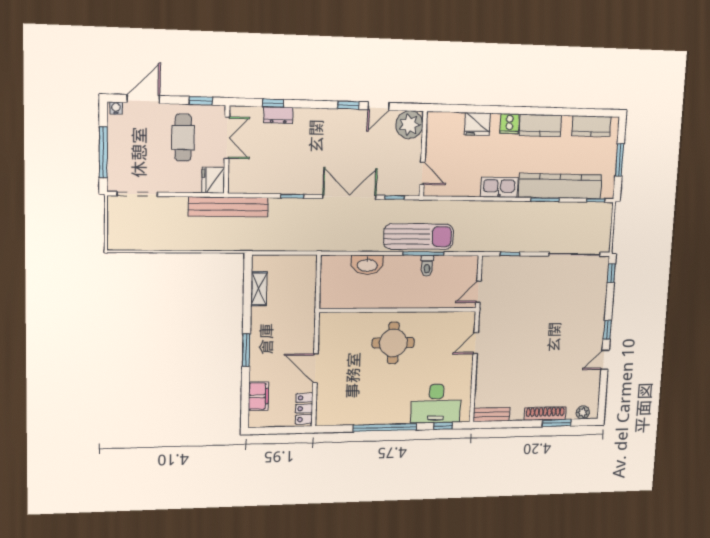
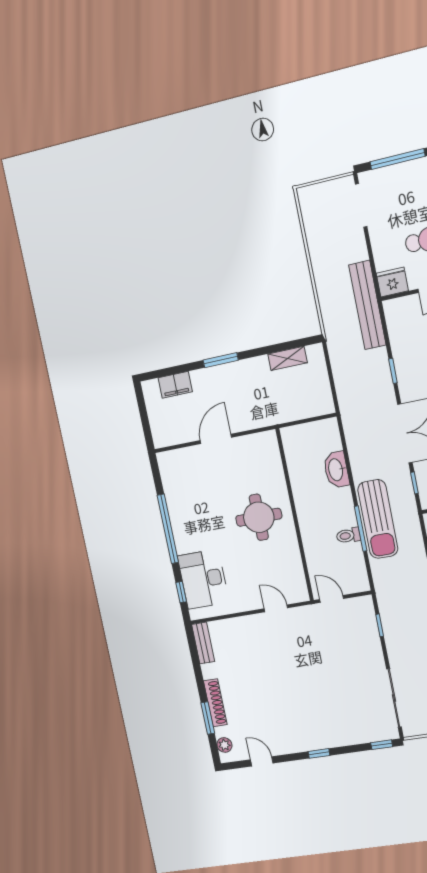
door: (605, 360) -> (262, 761), moved
locker: (304, 409) -> (171, 437), removed

